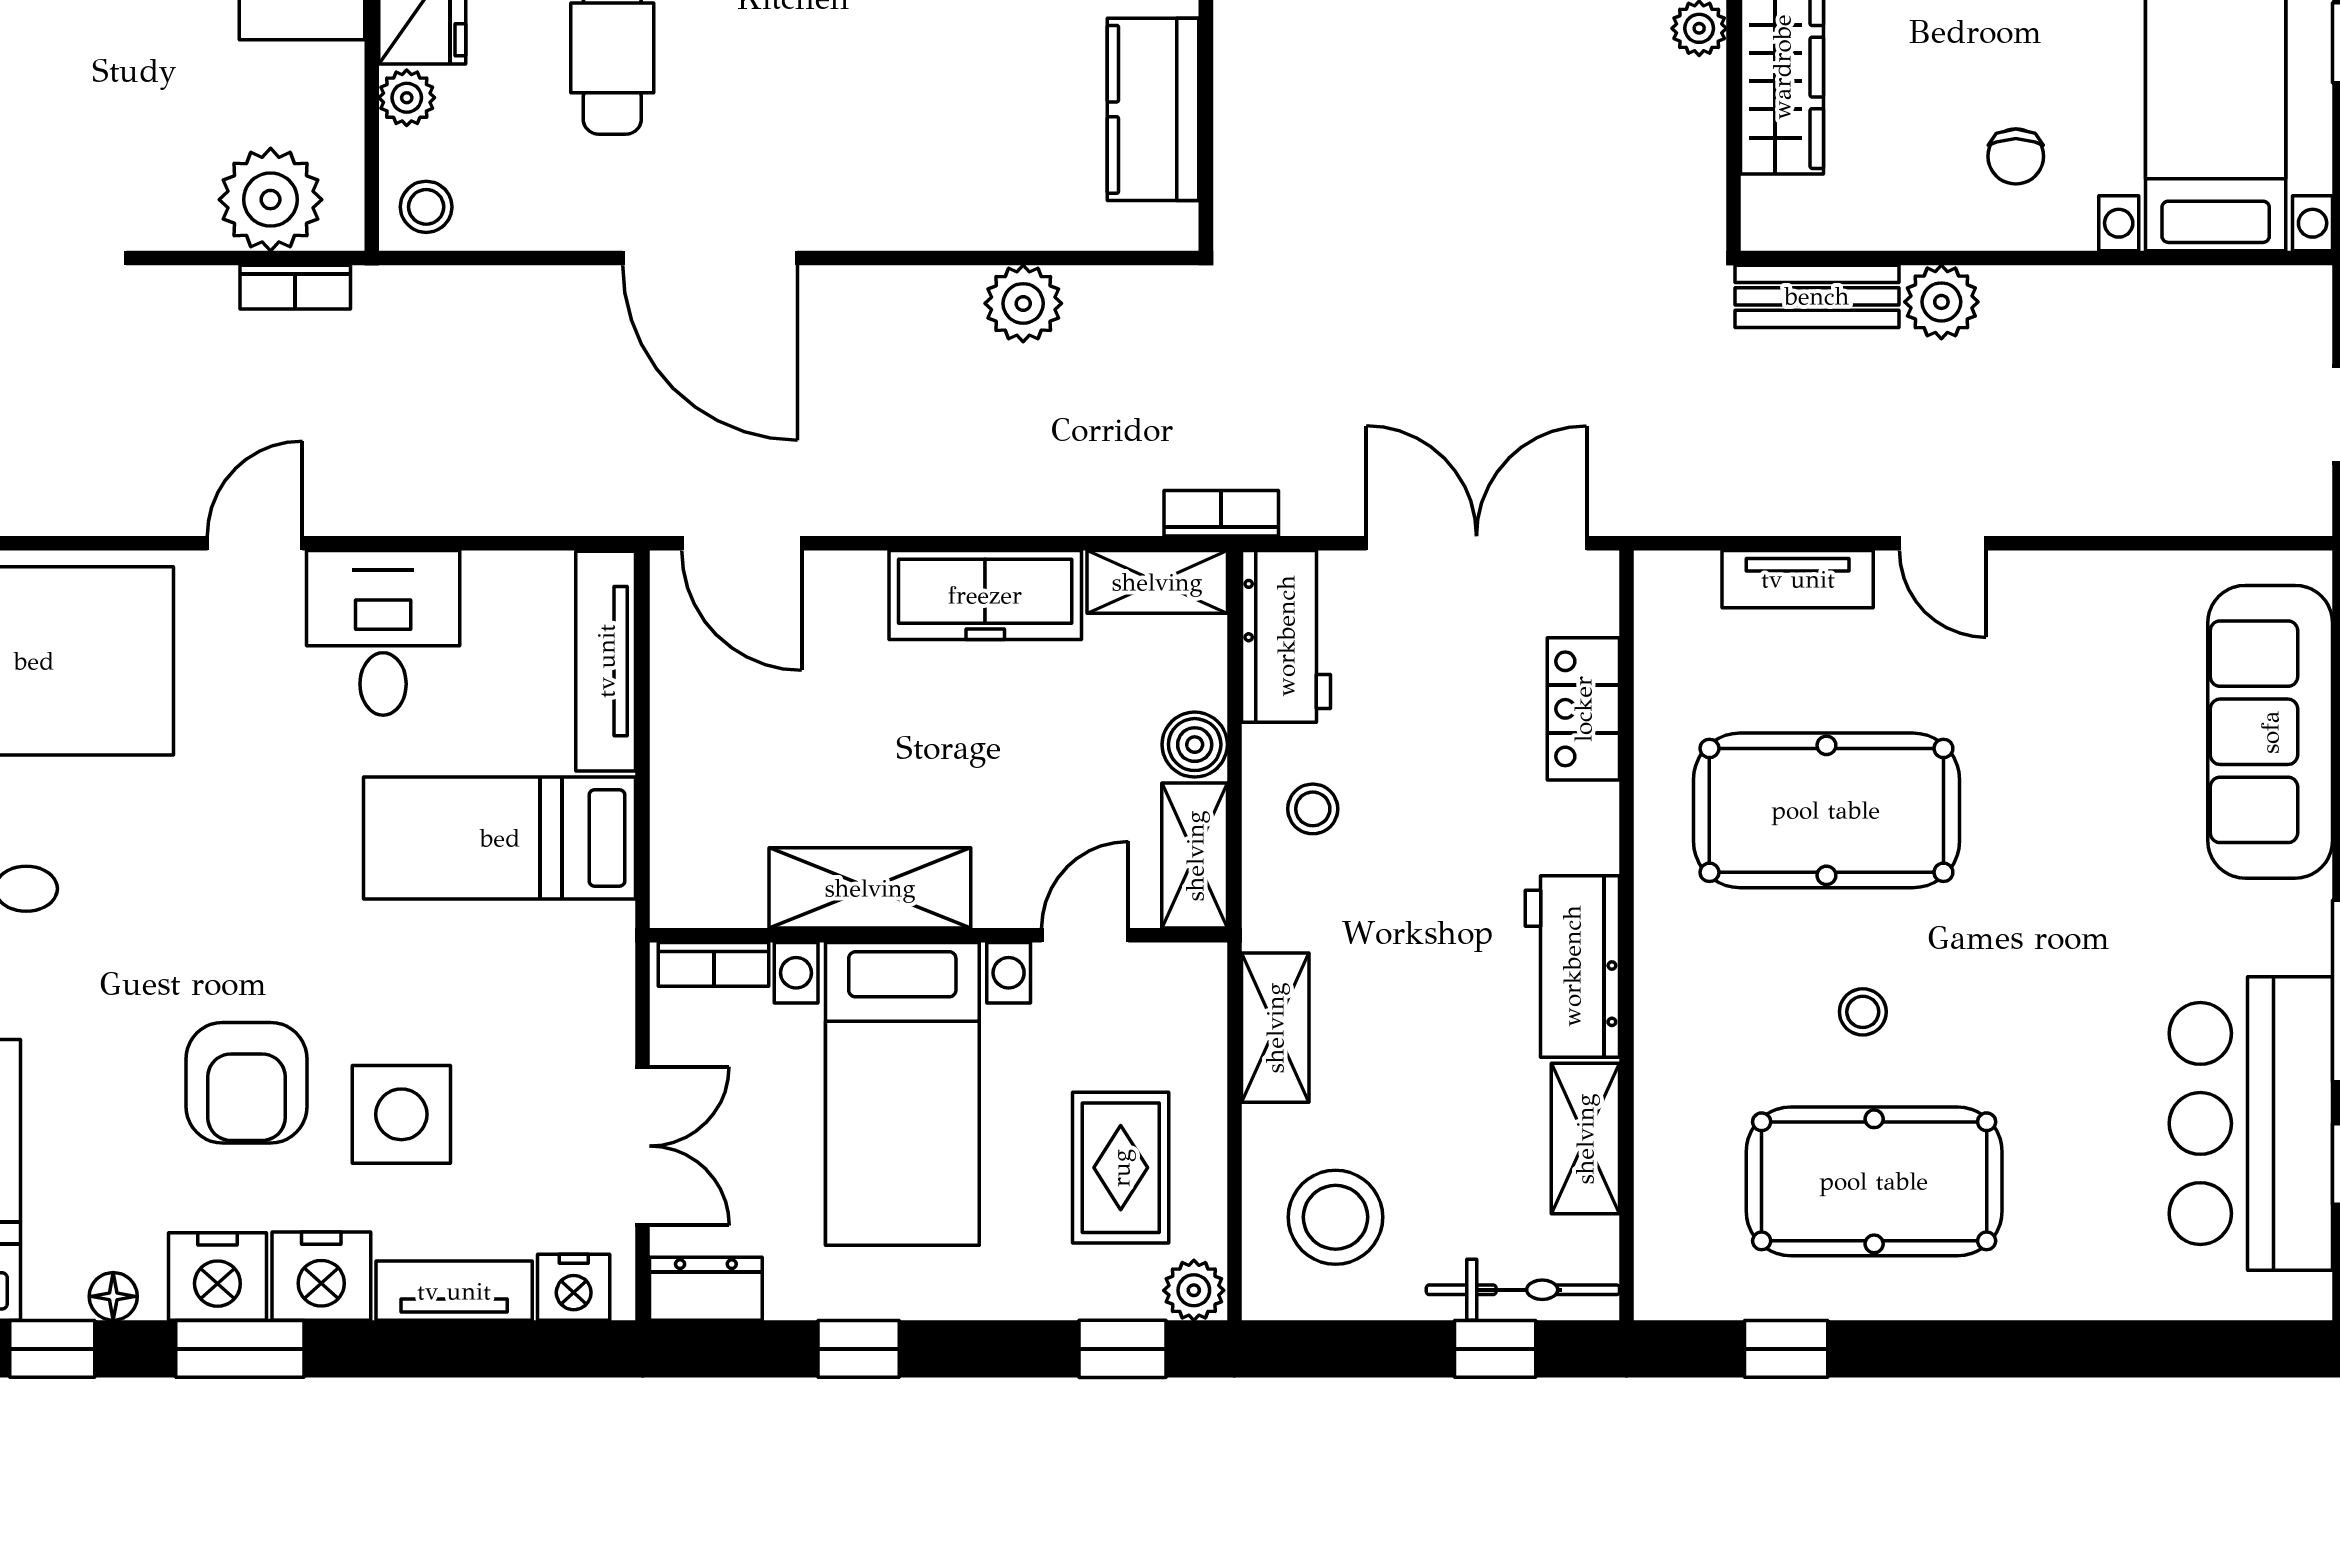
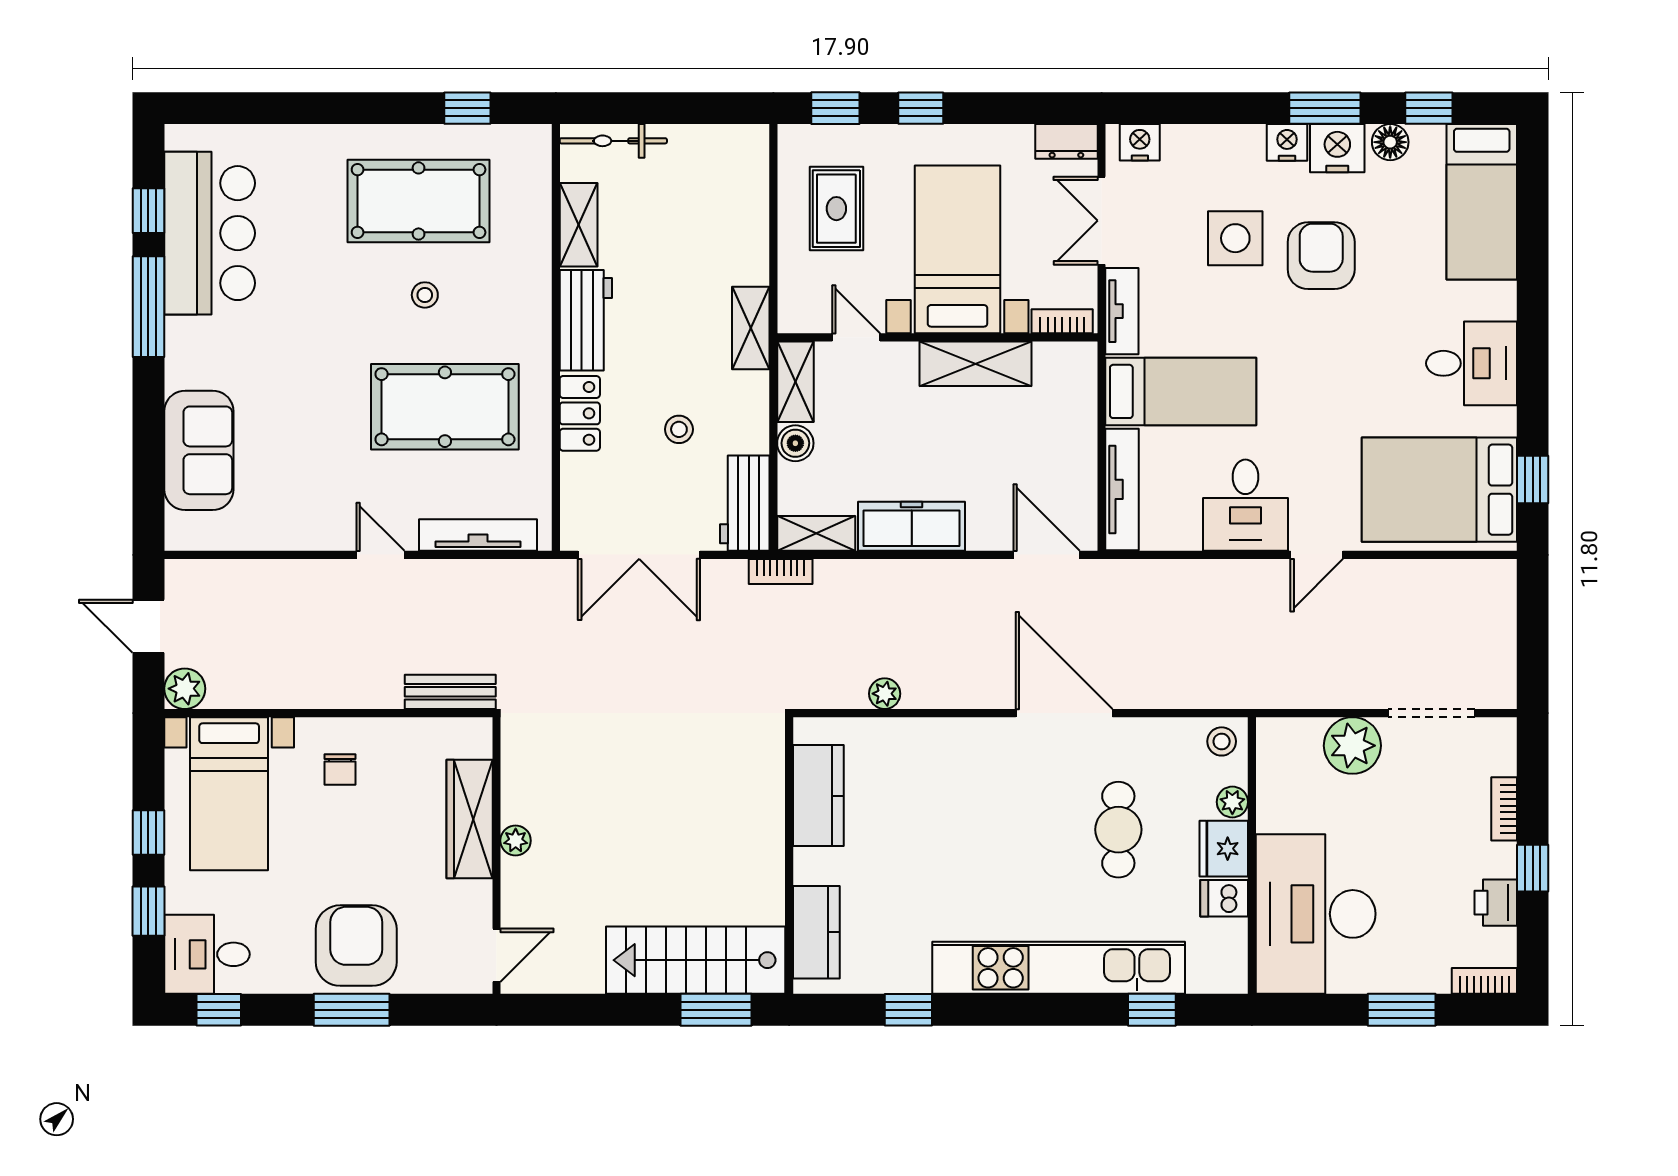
chair: (2016, 156) -> (340, 769), turned 180
plant: (271, 200) -> (1352, 746), moved
bookcase: (295, 287) -> (1294, 697), removed
plant: (1941, 302) -> (185, 689), moved
plant: (1023, 303) -> (885, 694), width x0.73, depth x0.73
tv unit: (1798, 579) -> (478, 535), width x1.41
locker: (1583, 709) -> (580, 413), moved
sofa: (2270, 732) -> (199, 450), width x0.73
stool: (1313, 809) -> (679, 429), moved
door: (1085, 935) -> (856, 337), swing flipped
shelving: (1275, 1028) -> (751, 328), moved
stool: (1336, 1217) -> (717, 181), removed
nightstand: (321, 1276) -> (1287, 142), width x0.74, depth x0.75
plant: (1194, 1290) -> (796, 141), removed
tv unit: (454, 1291) -> (1122, 311), moved, turned -90
floor lamp: (113, 1296) -> (1390, 142), width x1.37, depth x1.37
window: (859, 1349) -> (921, 108), moved
window: (1495, 1349) -> (629, 108), removed

